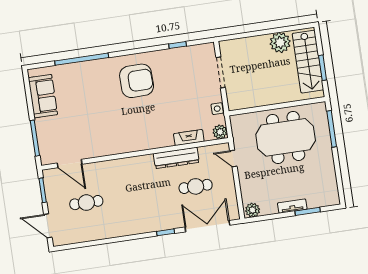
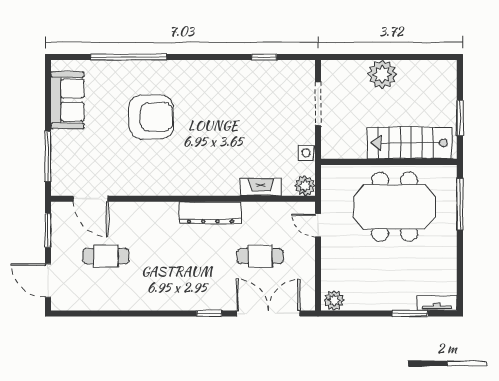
plant: (280, 42) -> (382, 74), moved
stairs: (308, 62) -> (410, 143), moved, turned 90
armchair: (137, 81) -> (151, 117), moved
dresser: (176, 158) -> (210, 213), moved
tv unit: (292, 206) -> (437, 303), moved

